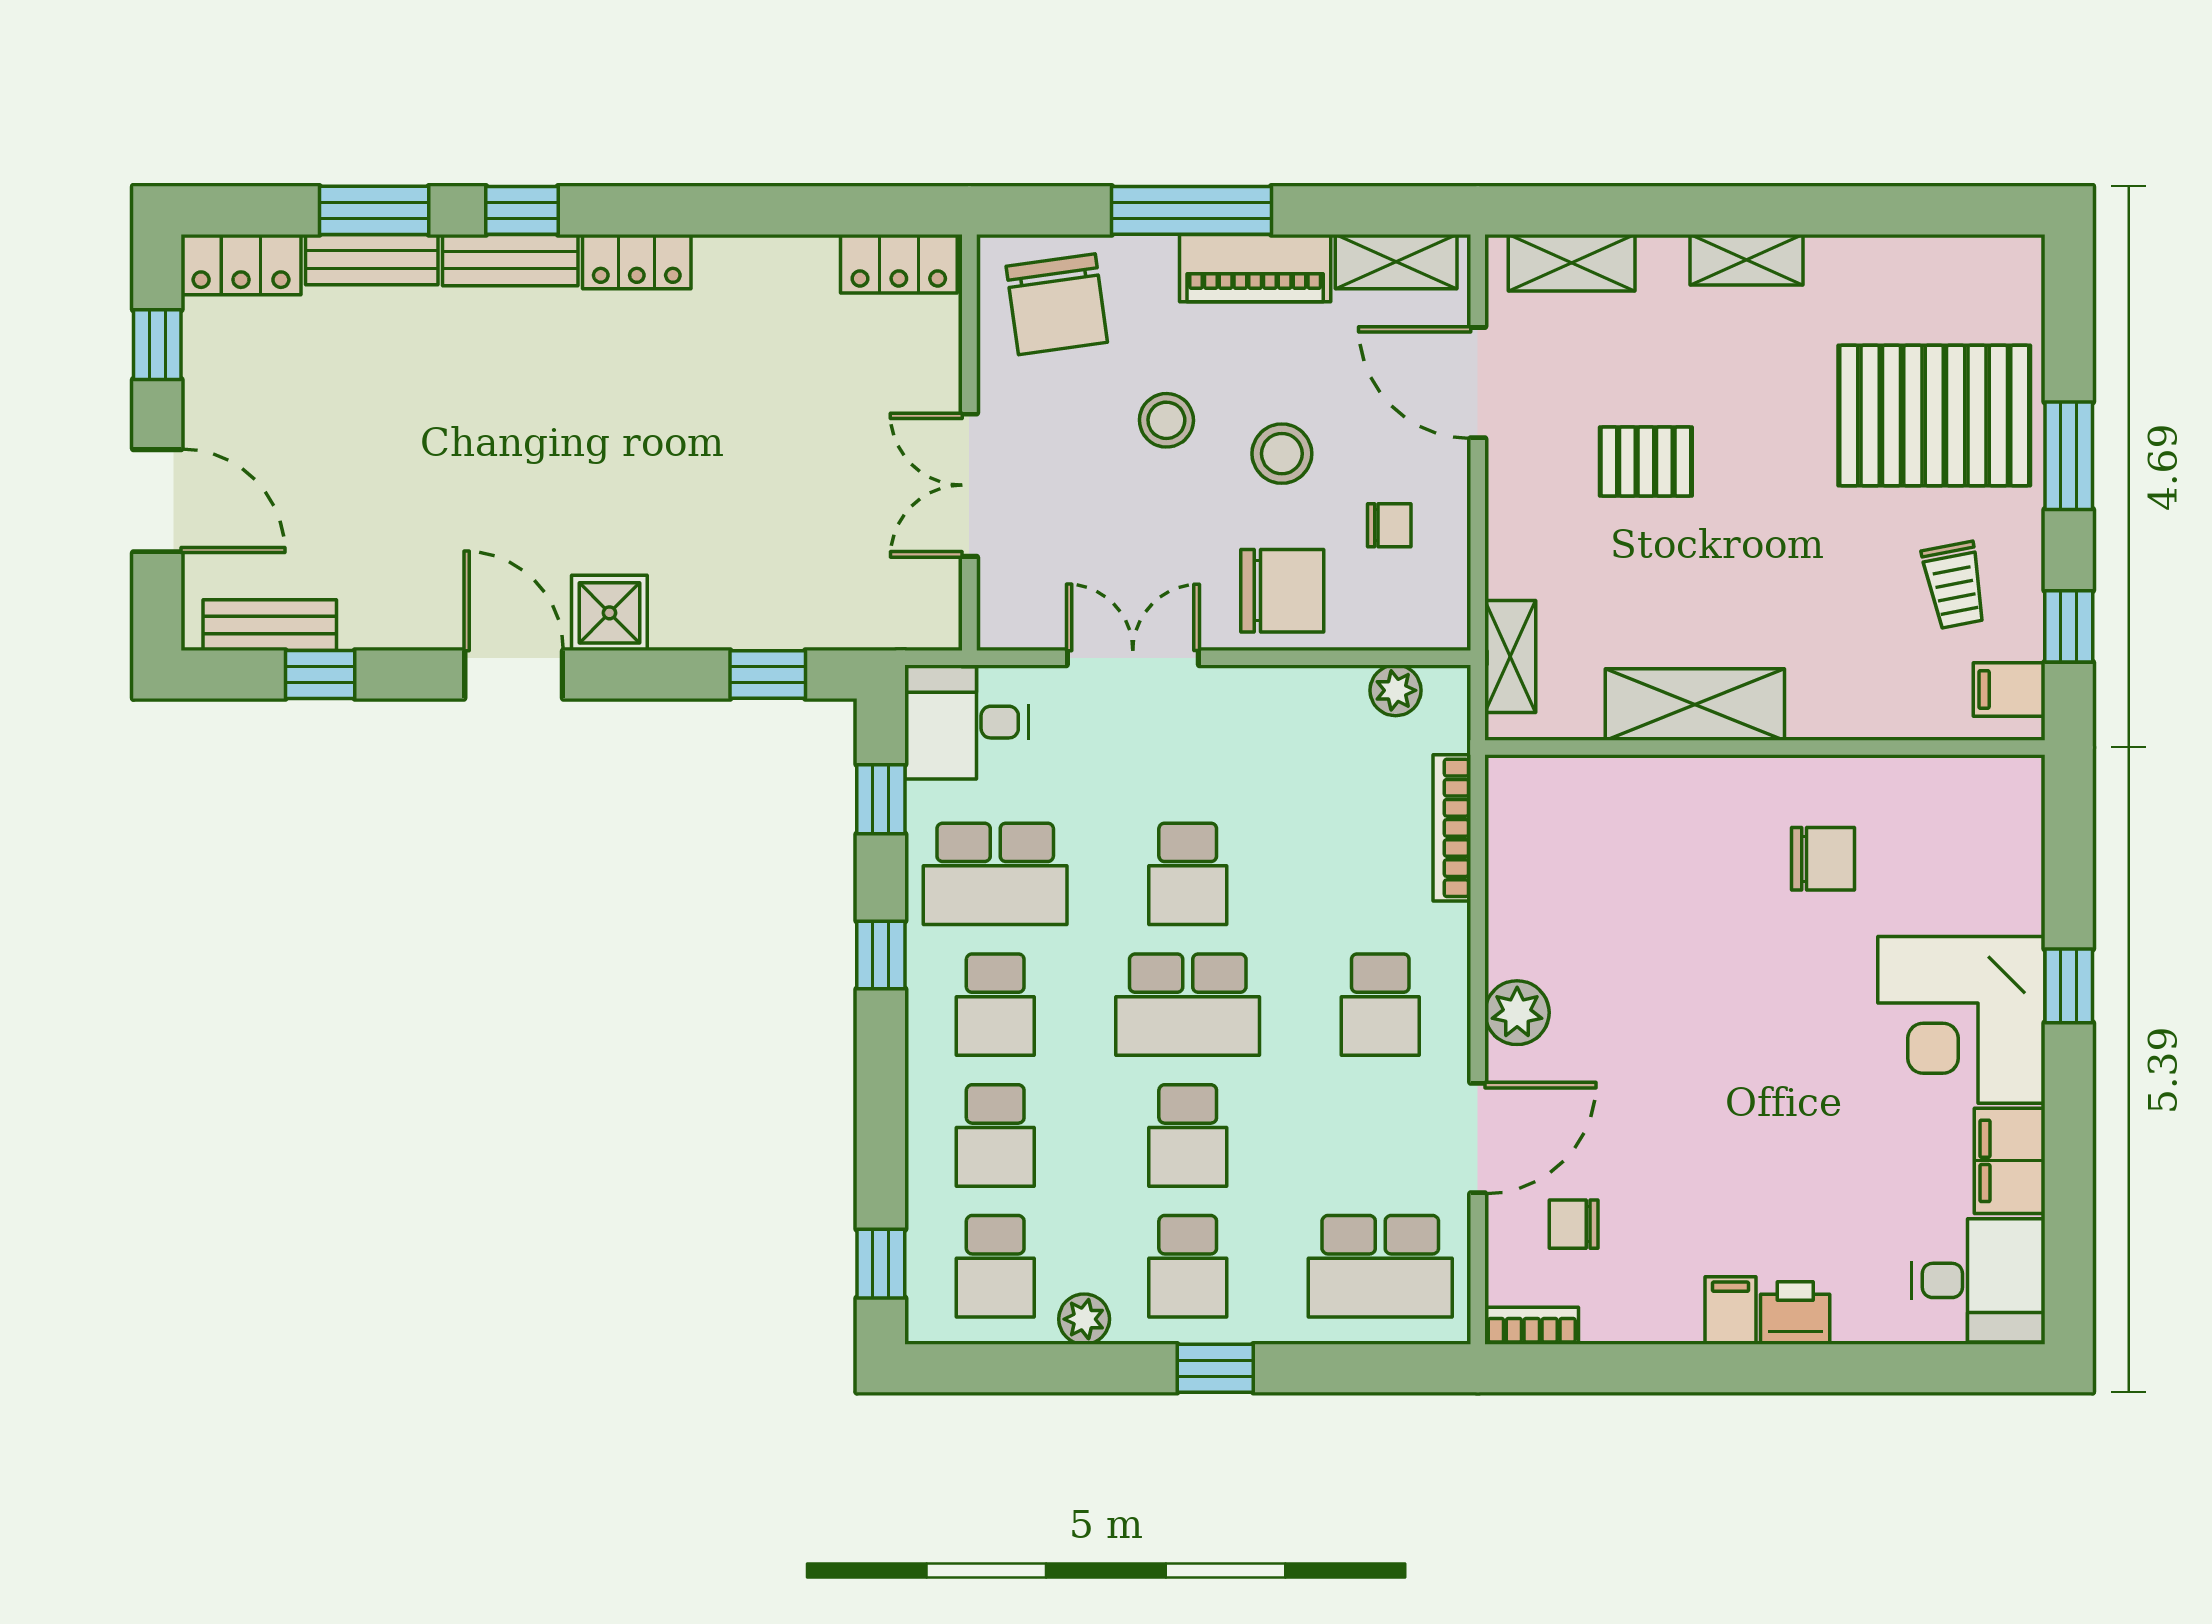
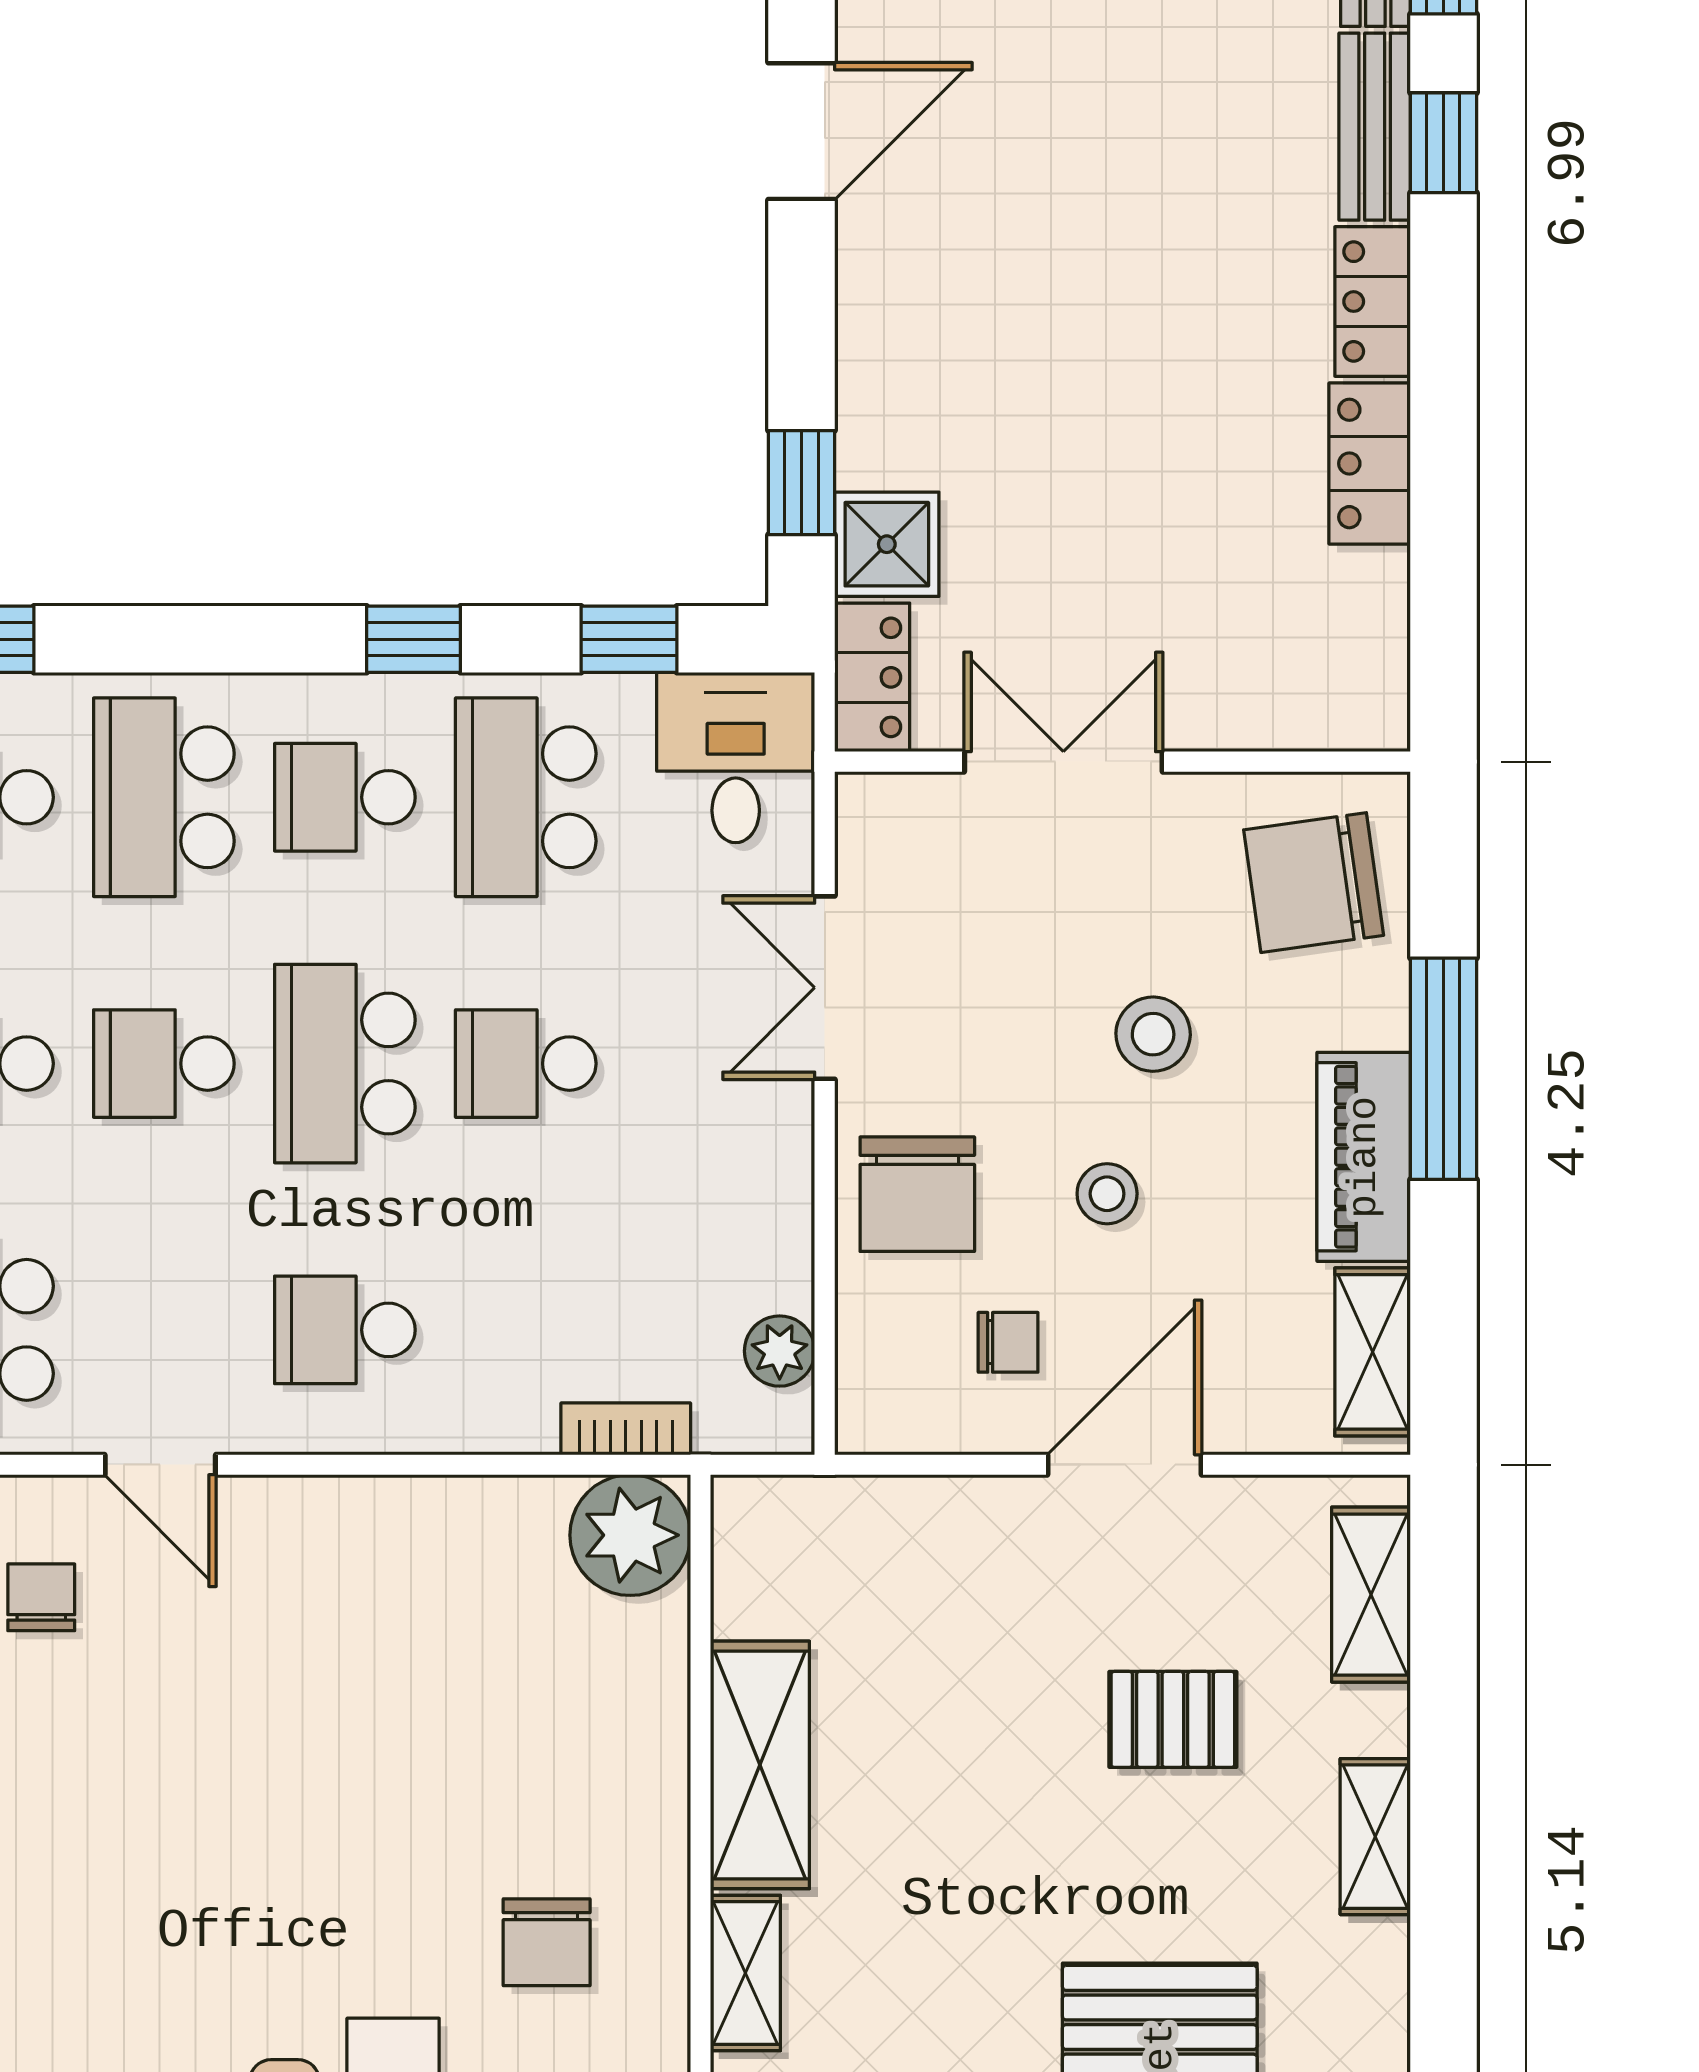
locker: (899, 264) -> (1370, 463), moved
door: (1478, 383) -> (1124, 1465), moved
stool: (1282, 454) -> (1107, 1194), width x0.73, depth x0.73
pallet: (1646, 461) -> (1173, 1719), moved, turned 90
chair: (1389, 525) -> (1008, 1342), turned -90
shower: (609, 613) -> (887, 544), moved
locker: (909, 623) -> (872, 677), added
shelving: (1510, 657) -> (745, 1973), moved, turned 90
double door: (1133, 658) -> (825, 988), swing flipped
bookcase: (1452, 828) -> (626, 1429), width x0.64
plant: (1517, 1013) -> (630, 1535), moved, width x1.36, depth x1.36
school desk: (995, 1135) -> (164, 797), width x1.85
door: (1478, 1138) -> (160, 1465), width x0.73

